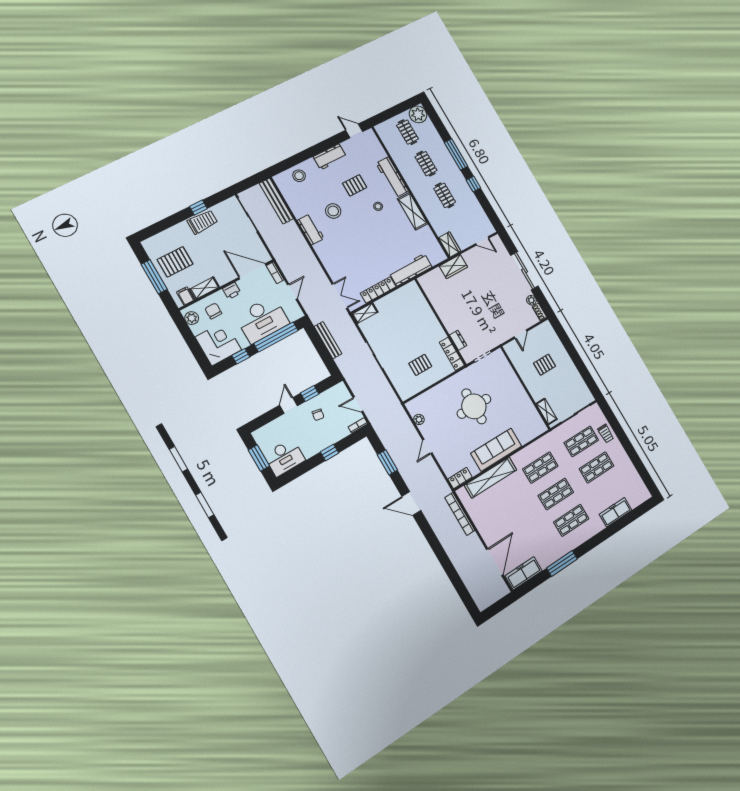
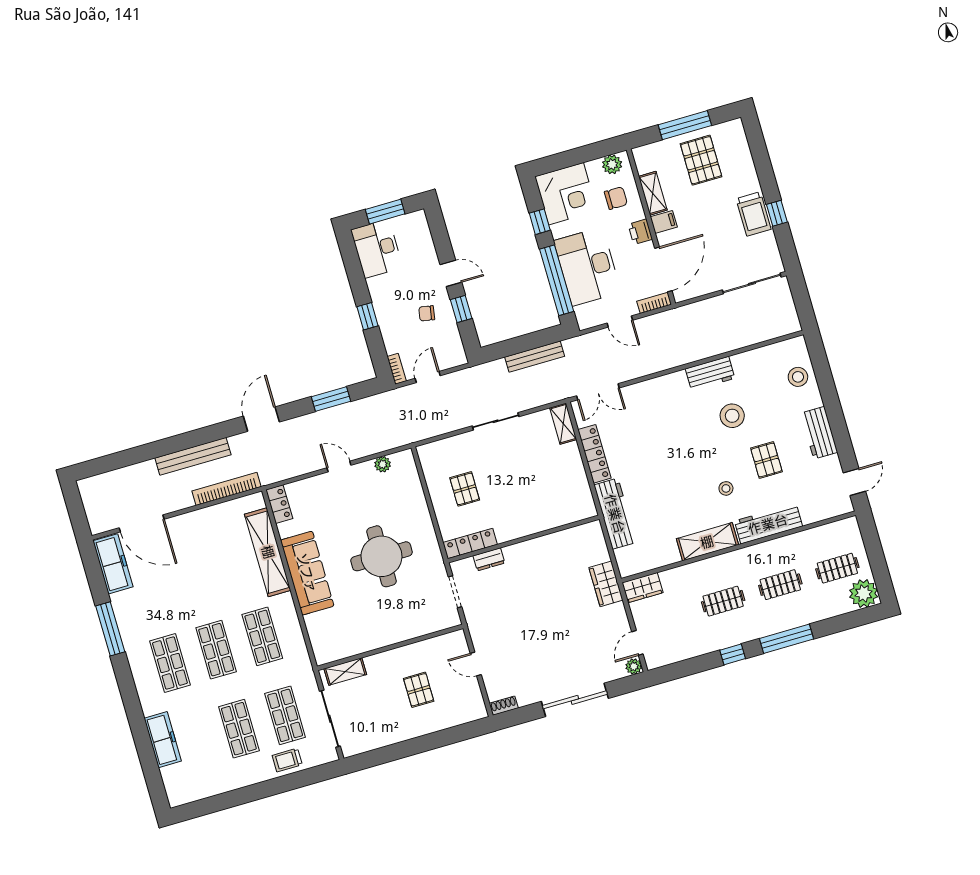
bench: (276, 201) -> (193, 456), moved
filing cabinet: (185, 296) -> (664, 222), moved
plant: (531, 300) -> (634, 666), moved

